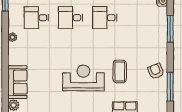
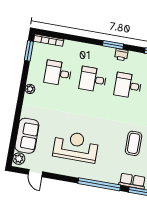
reception desk: (83, 78) -> (76, 147), moved

